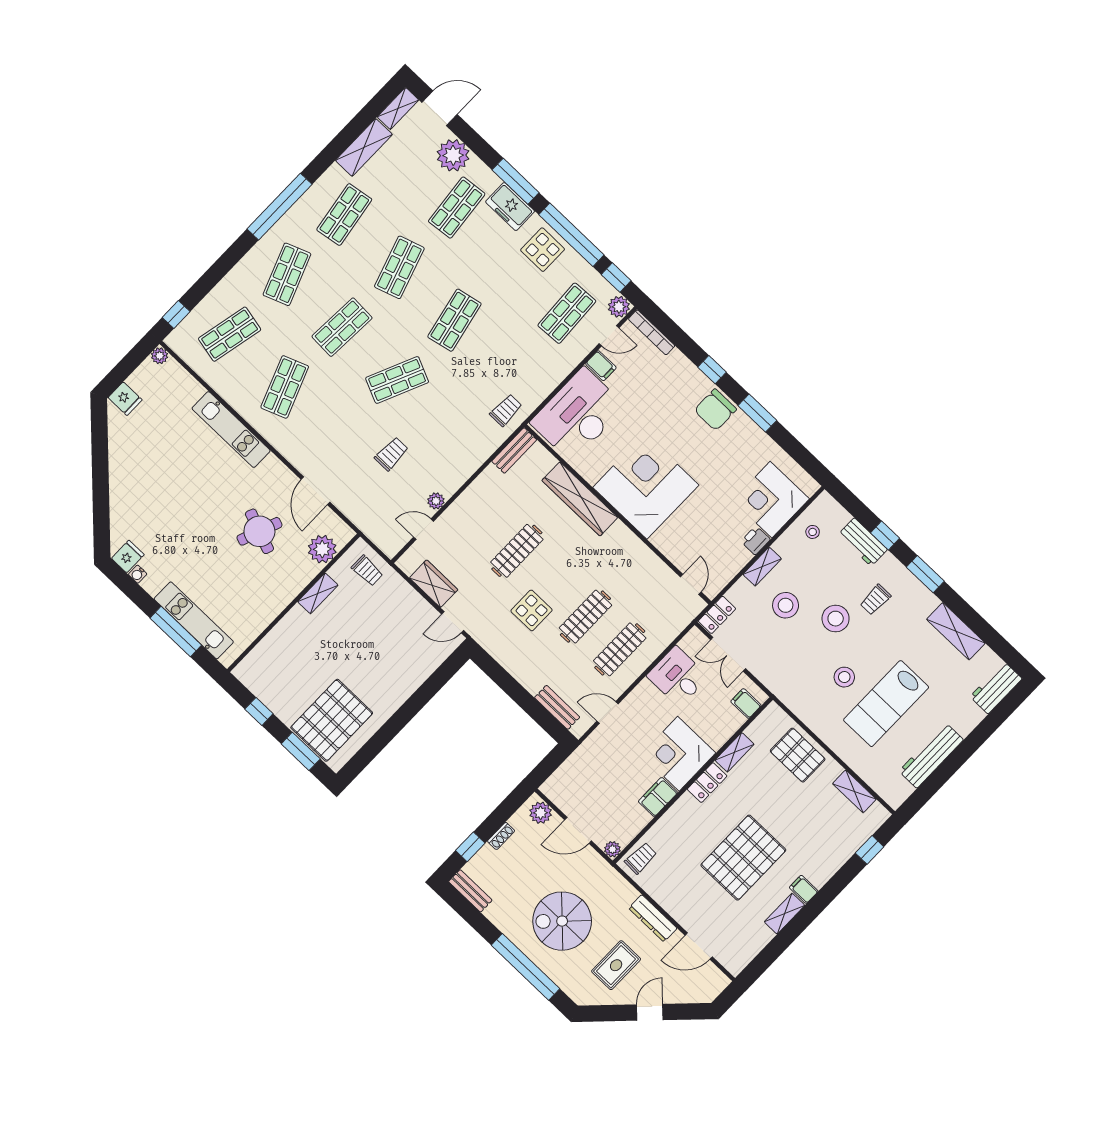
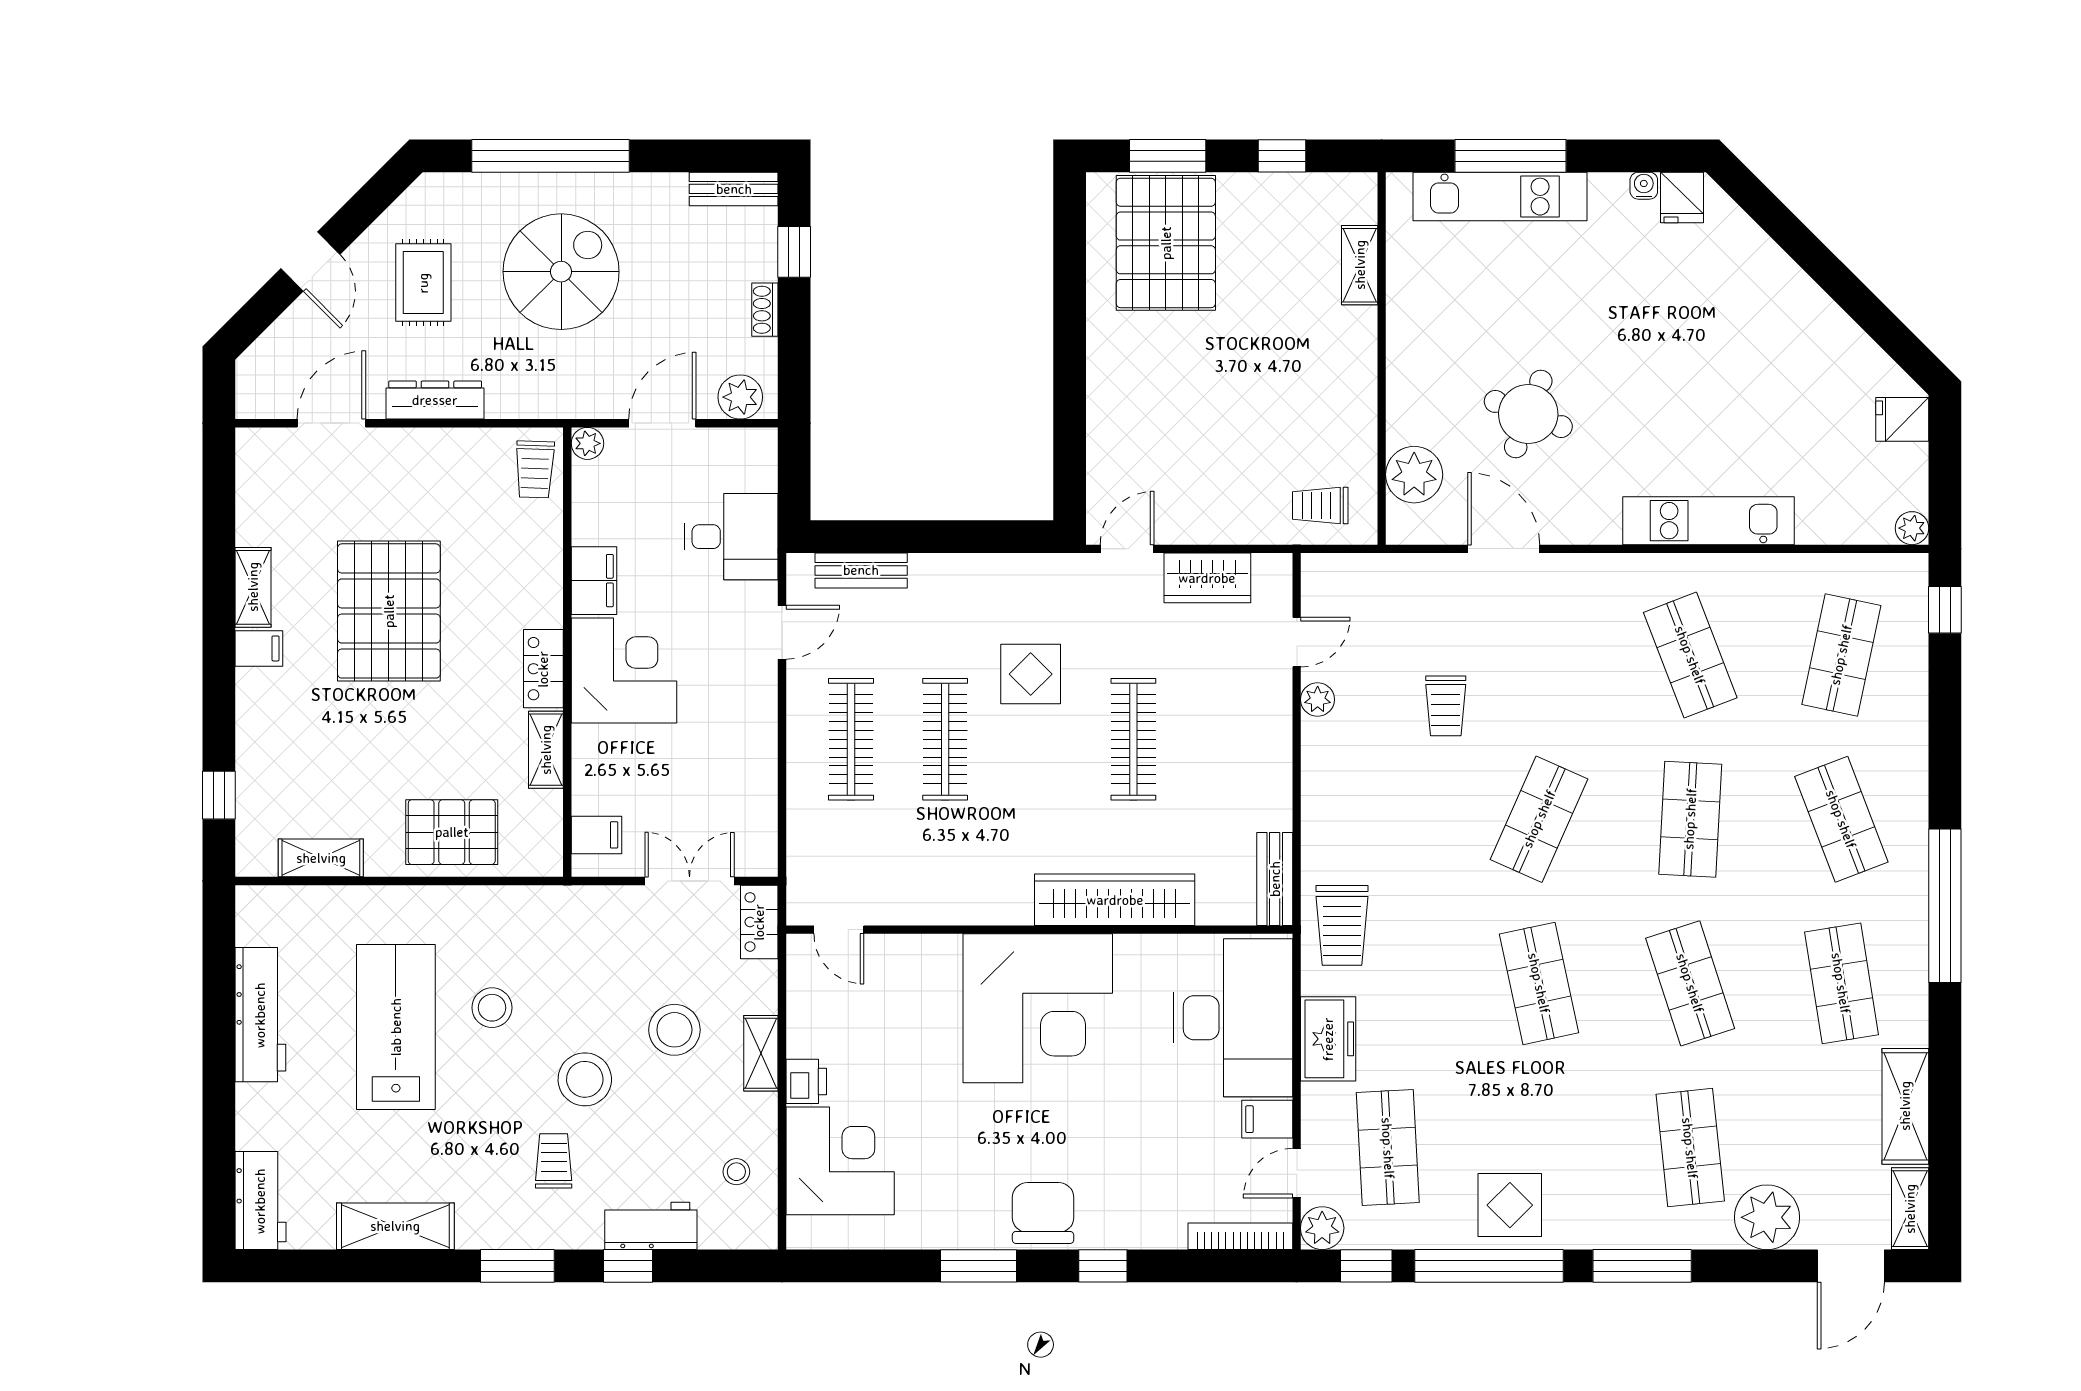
freezer: (510, 207) -> (1328, 1039), moved, turned 90
trolley: (506, 410) -> (1342, 925), width x1.36, depth x1.39
shelving: (318, 593) -> (1360, 265), moved
desk: (678, 676) -> (731, 537), moved

